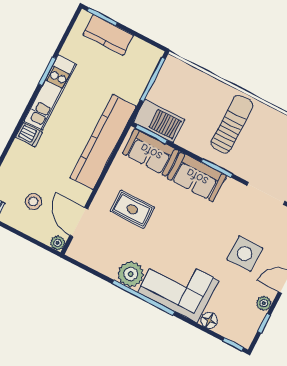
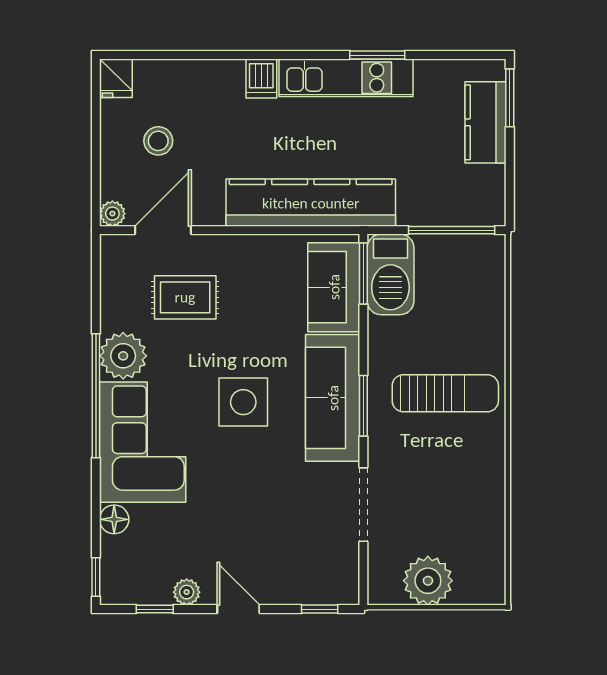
sofa: (197, 177) -> (333, 398), width x1.36
rug: (132, 209) -> (185, 297), moved, turned 90
side table: (245, 254) -> (243, 402), moved

